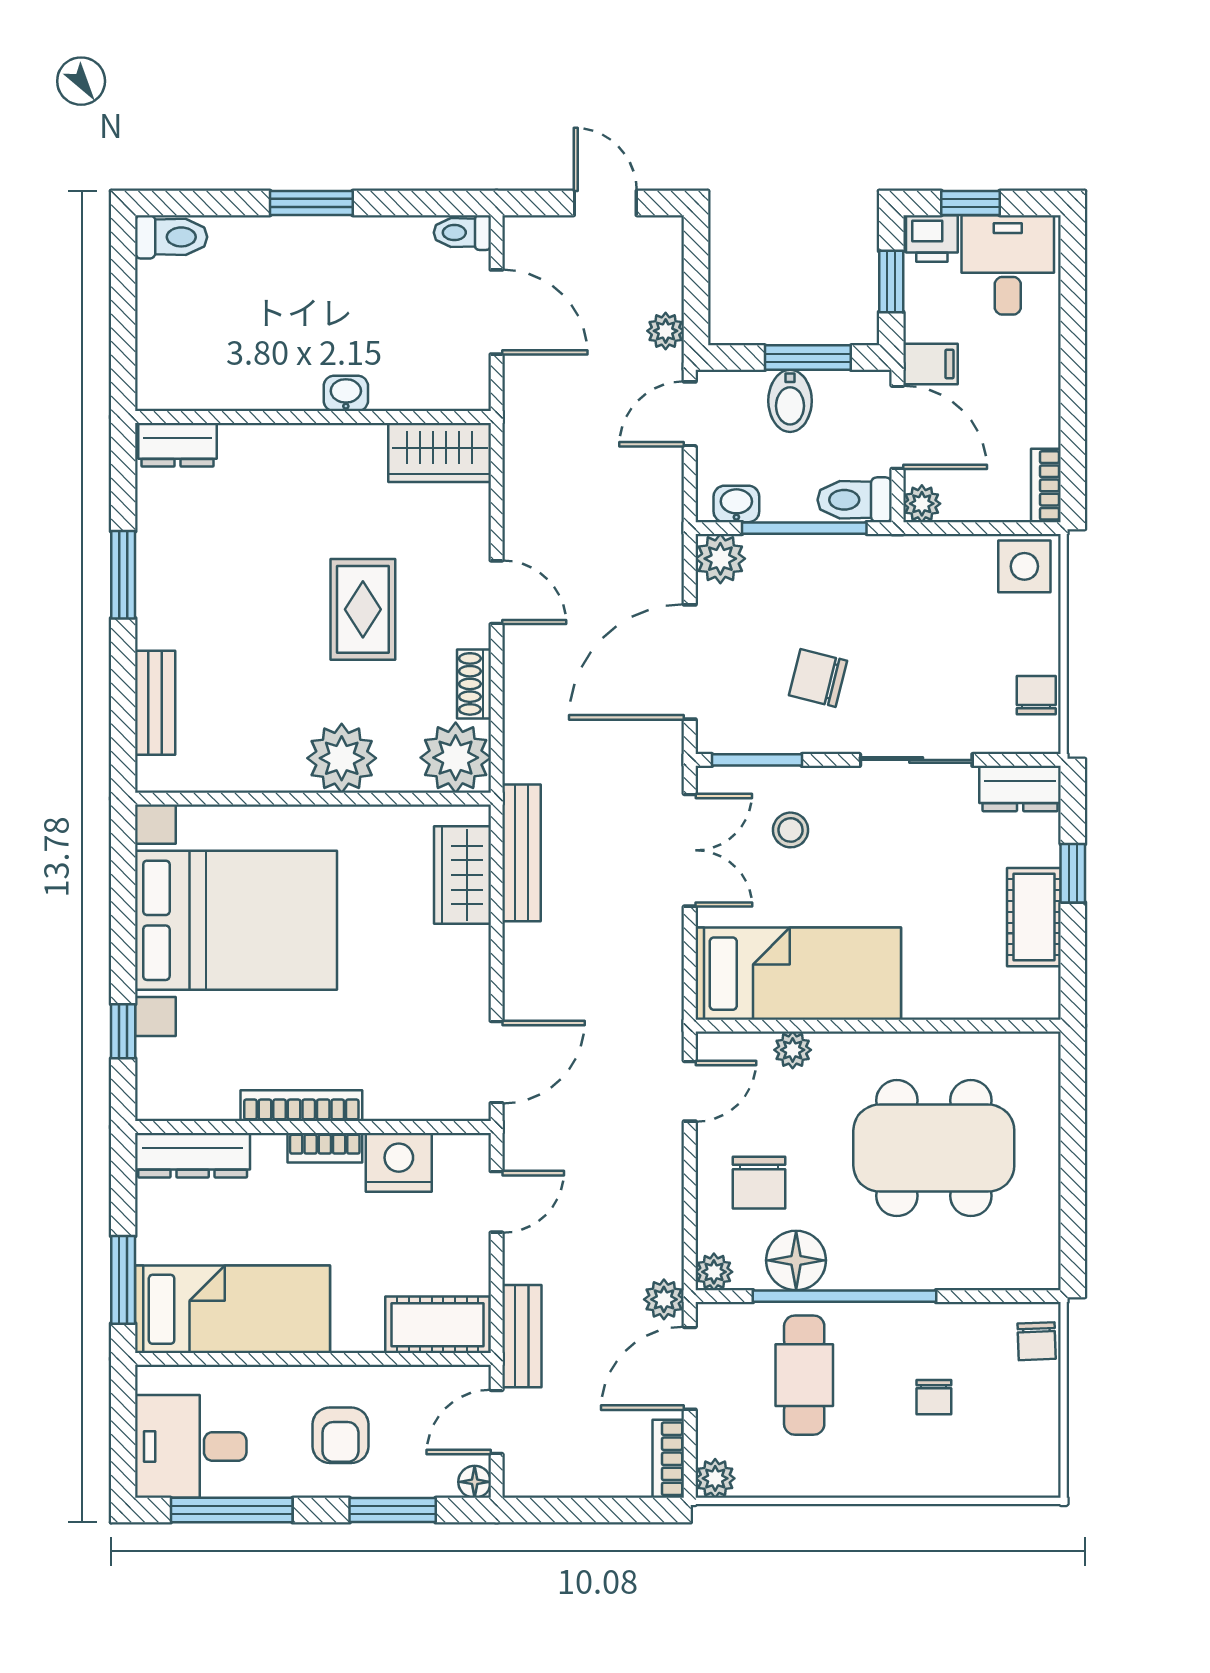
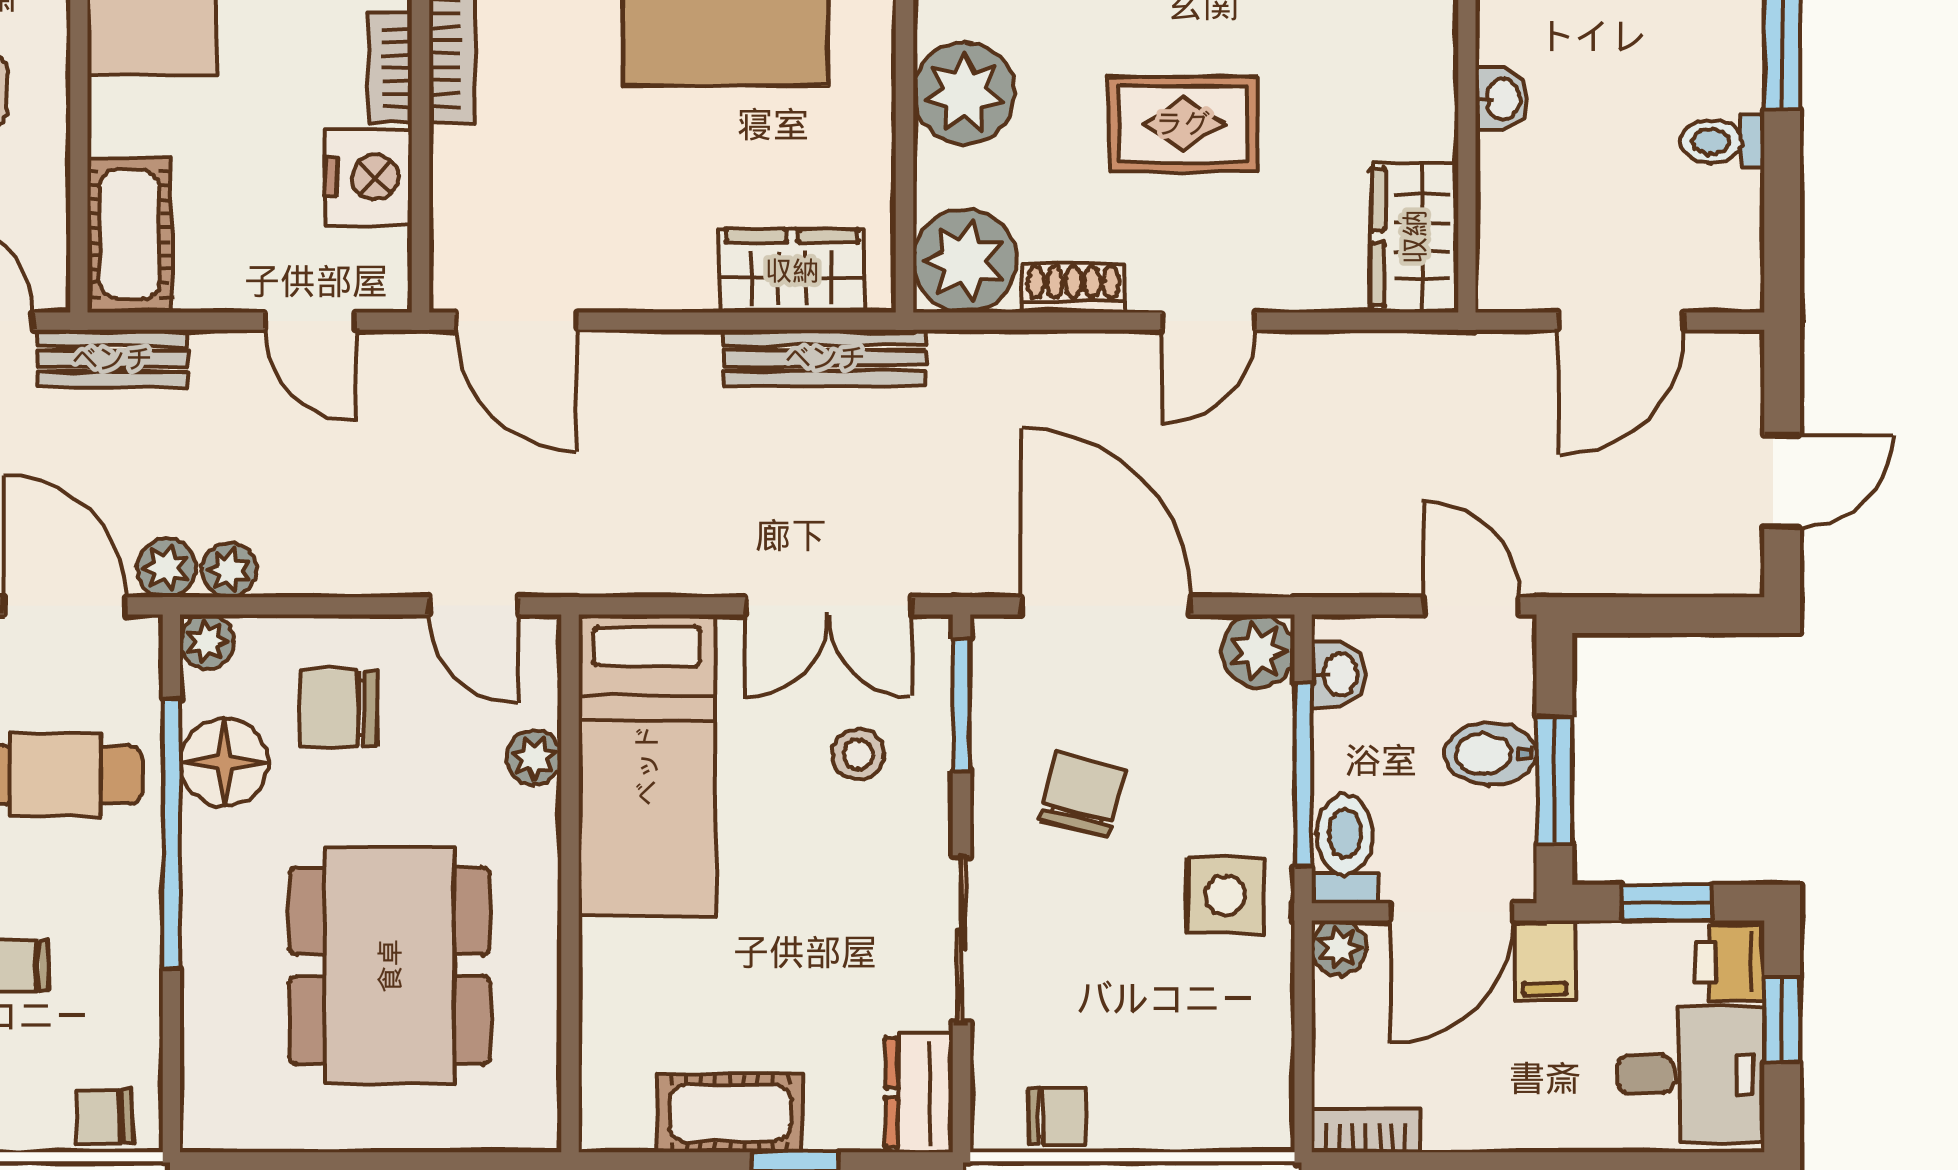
toilet: (462, 233) -> (1722, 141), moved, turned -90
plant: (666, 331) -> (229, 570), moved
side table: (1024, 566) -> (1225, 896), moved

